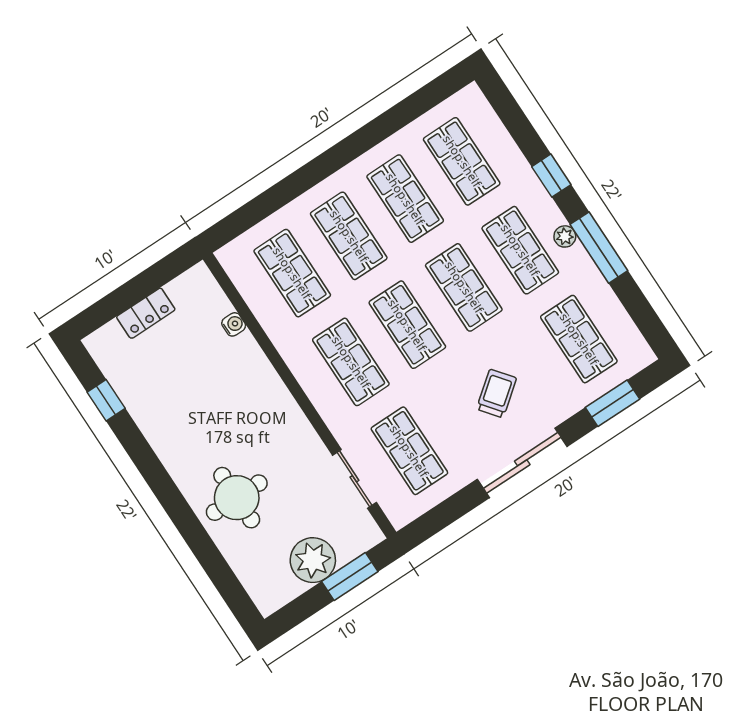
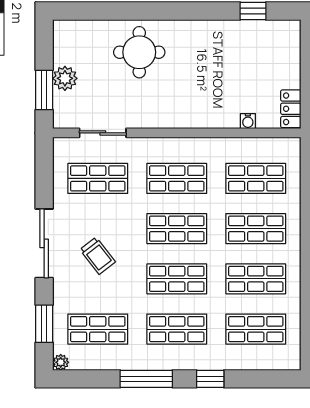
plant: (565, 236) -> (61, 362), moved
locker: (146, 313) -> (291, 109), moved
plant: (313, 560) -> (65, 78), width x0.73, depth x0.73

